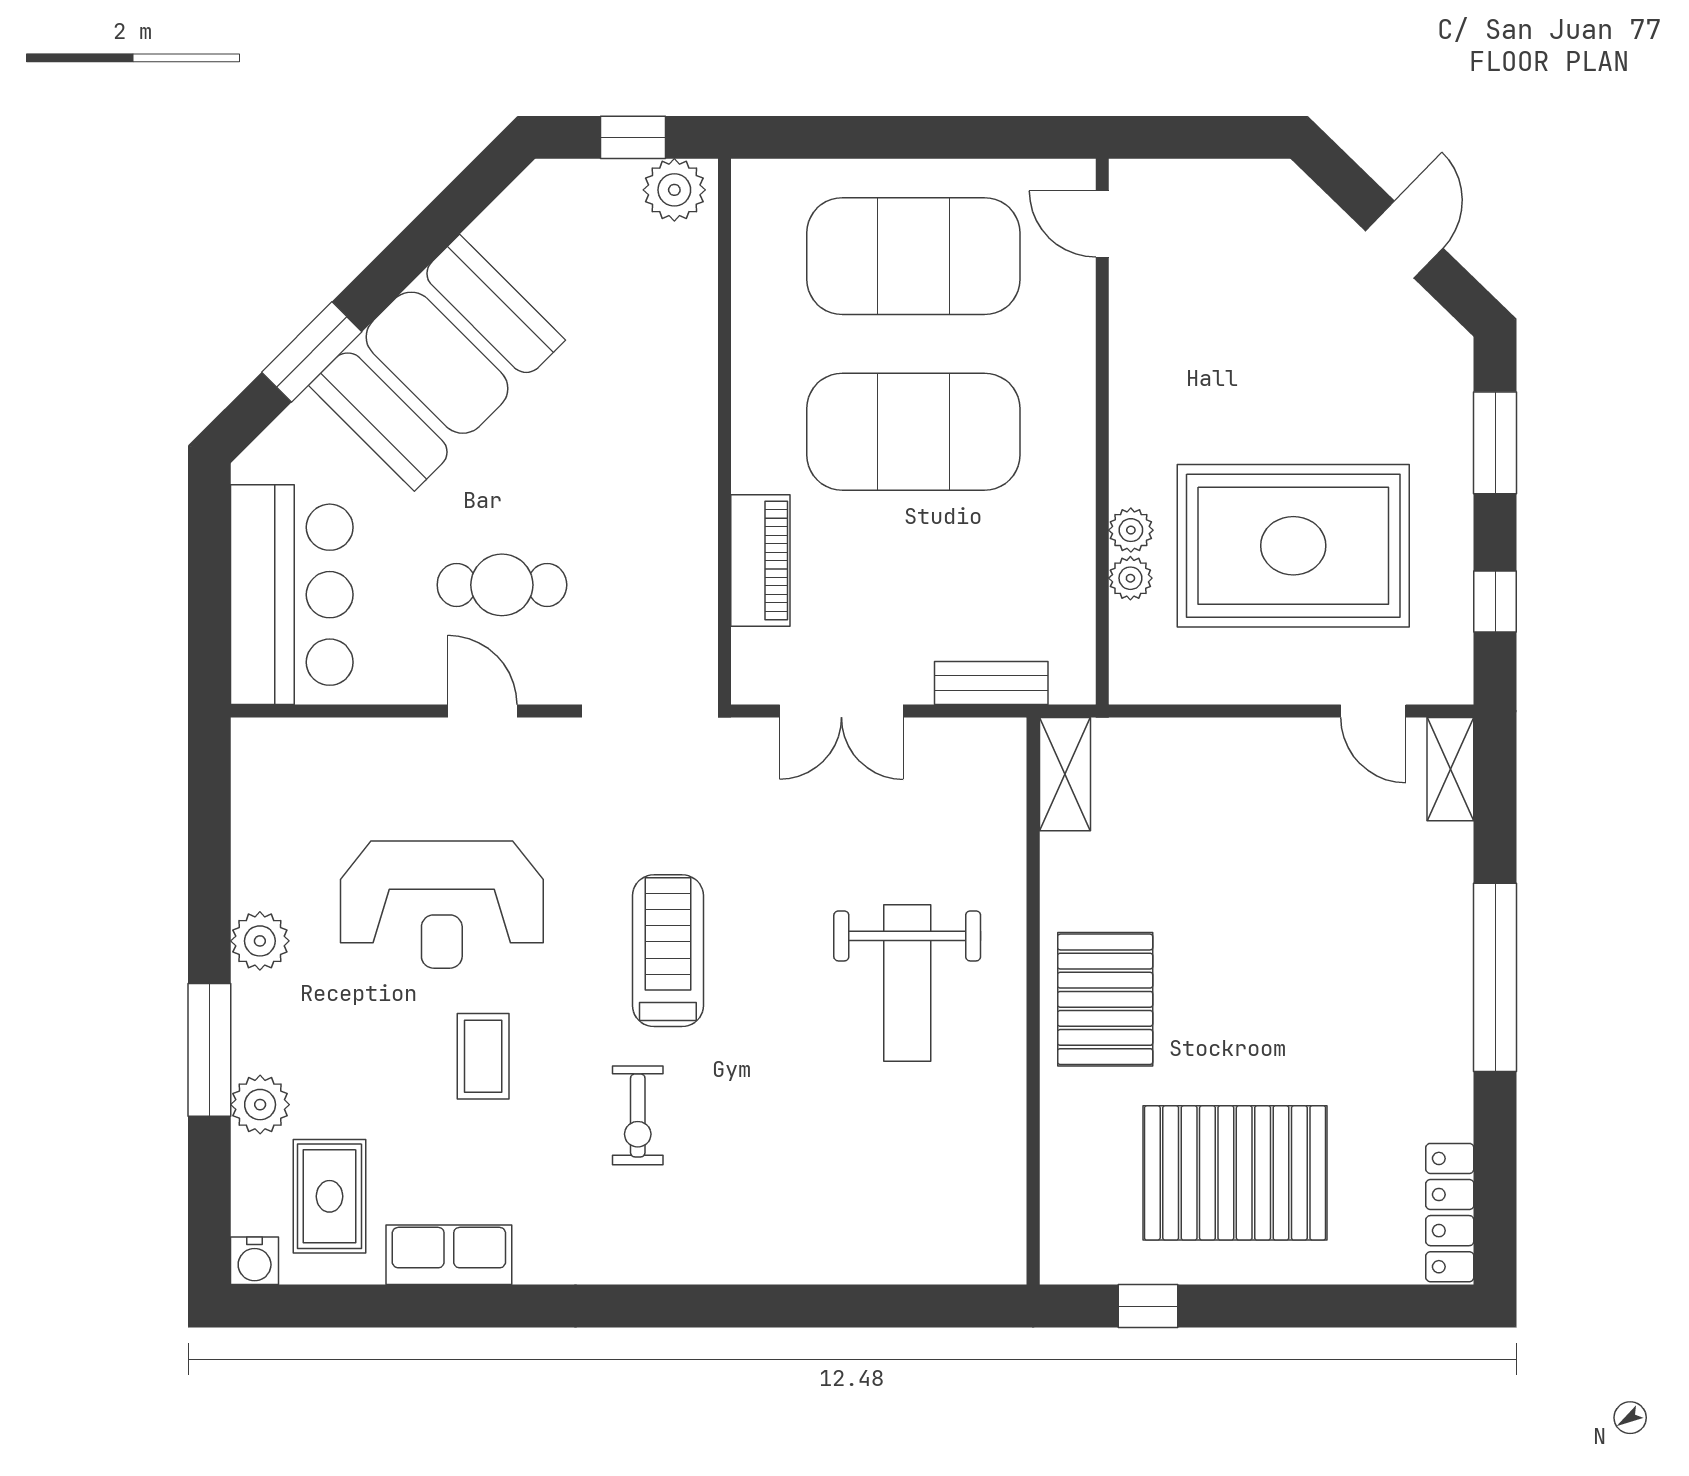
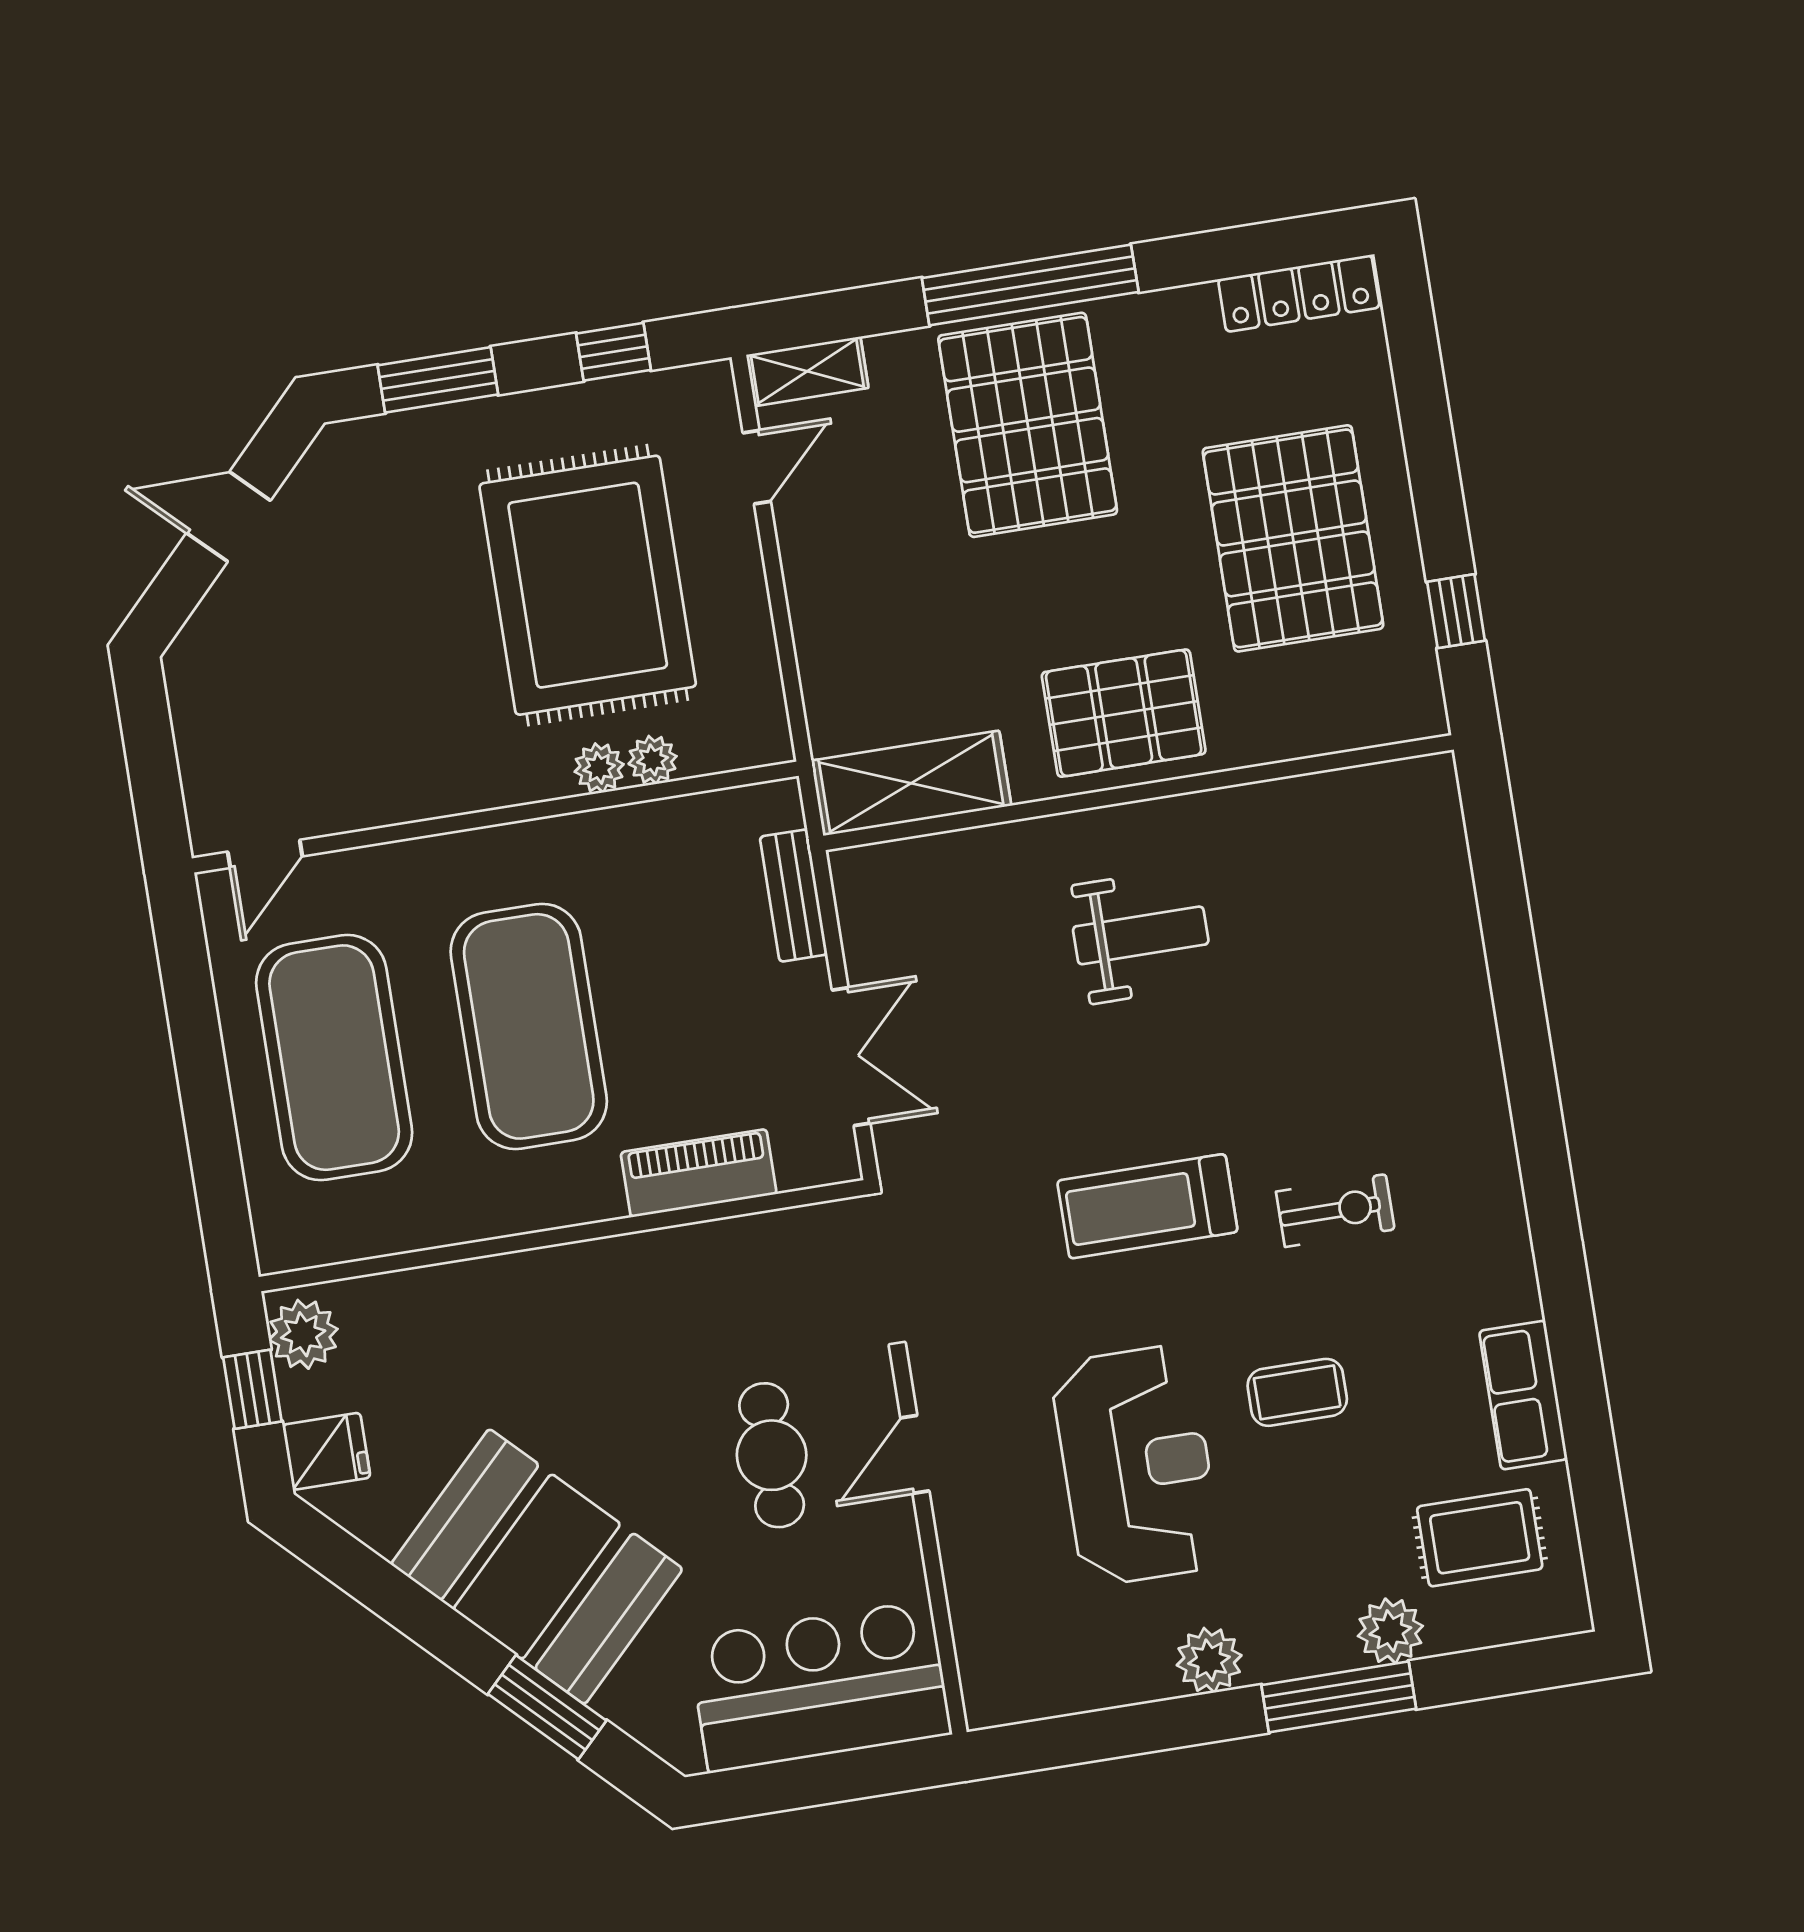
fridge: (568, 194) -> (326, 1451), added
shelving: (1065, 774) -> (911, 783), width x1.50, depth x1.33
pallet: (1372, 955) -> (1028, 425), added
weight bench: (907, 983) -> (1141, 935), width x0.73, depth x0.75
water cooler: (255, 1261) -> (1565, 1609), removed

